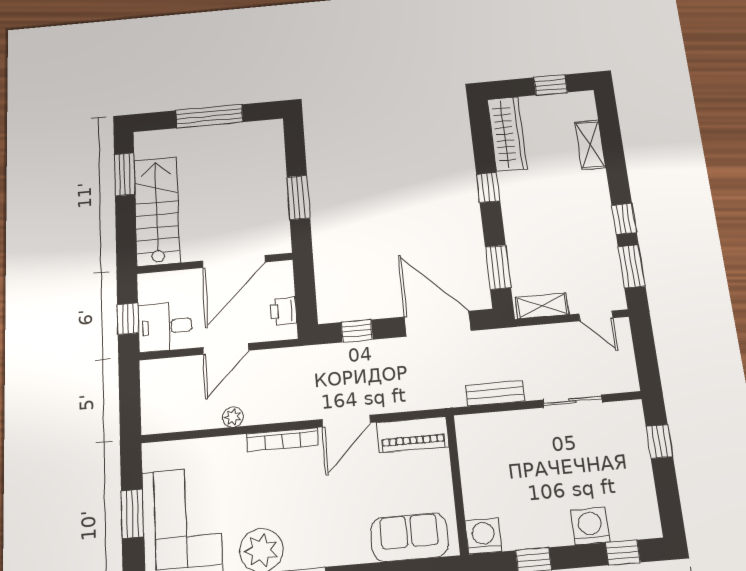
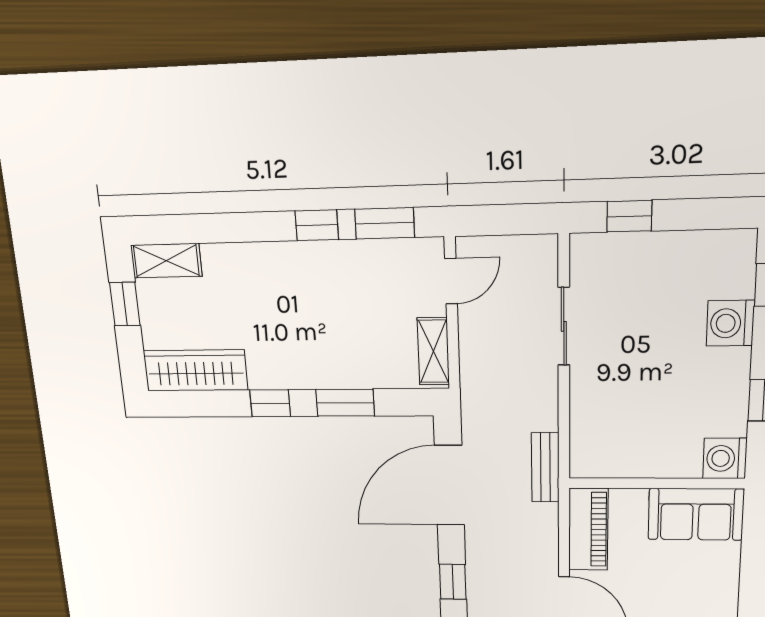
shelving: (590, 145) -> (166, 261), moved
window: (498, 267) -> (345, 403), moved
bench: (495, 393) -> (545, 467), moved
sofa: (409, 537) -> (696, 514), moved, turned -90

